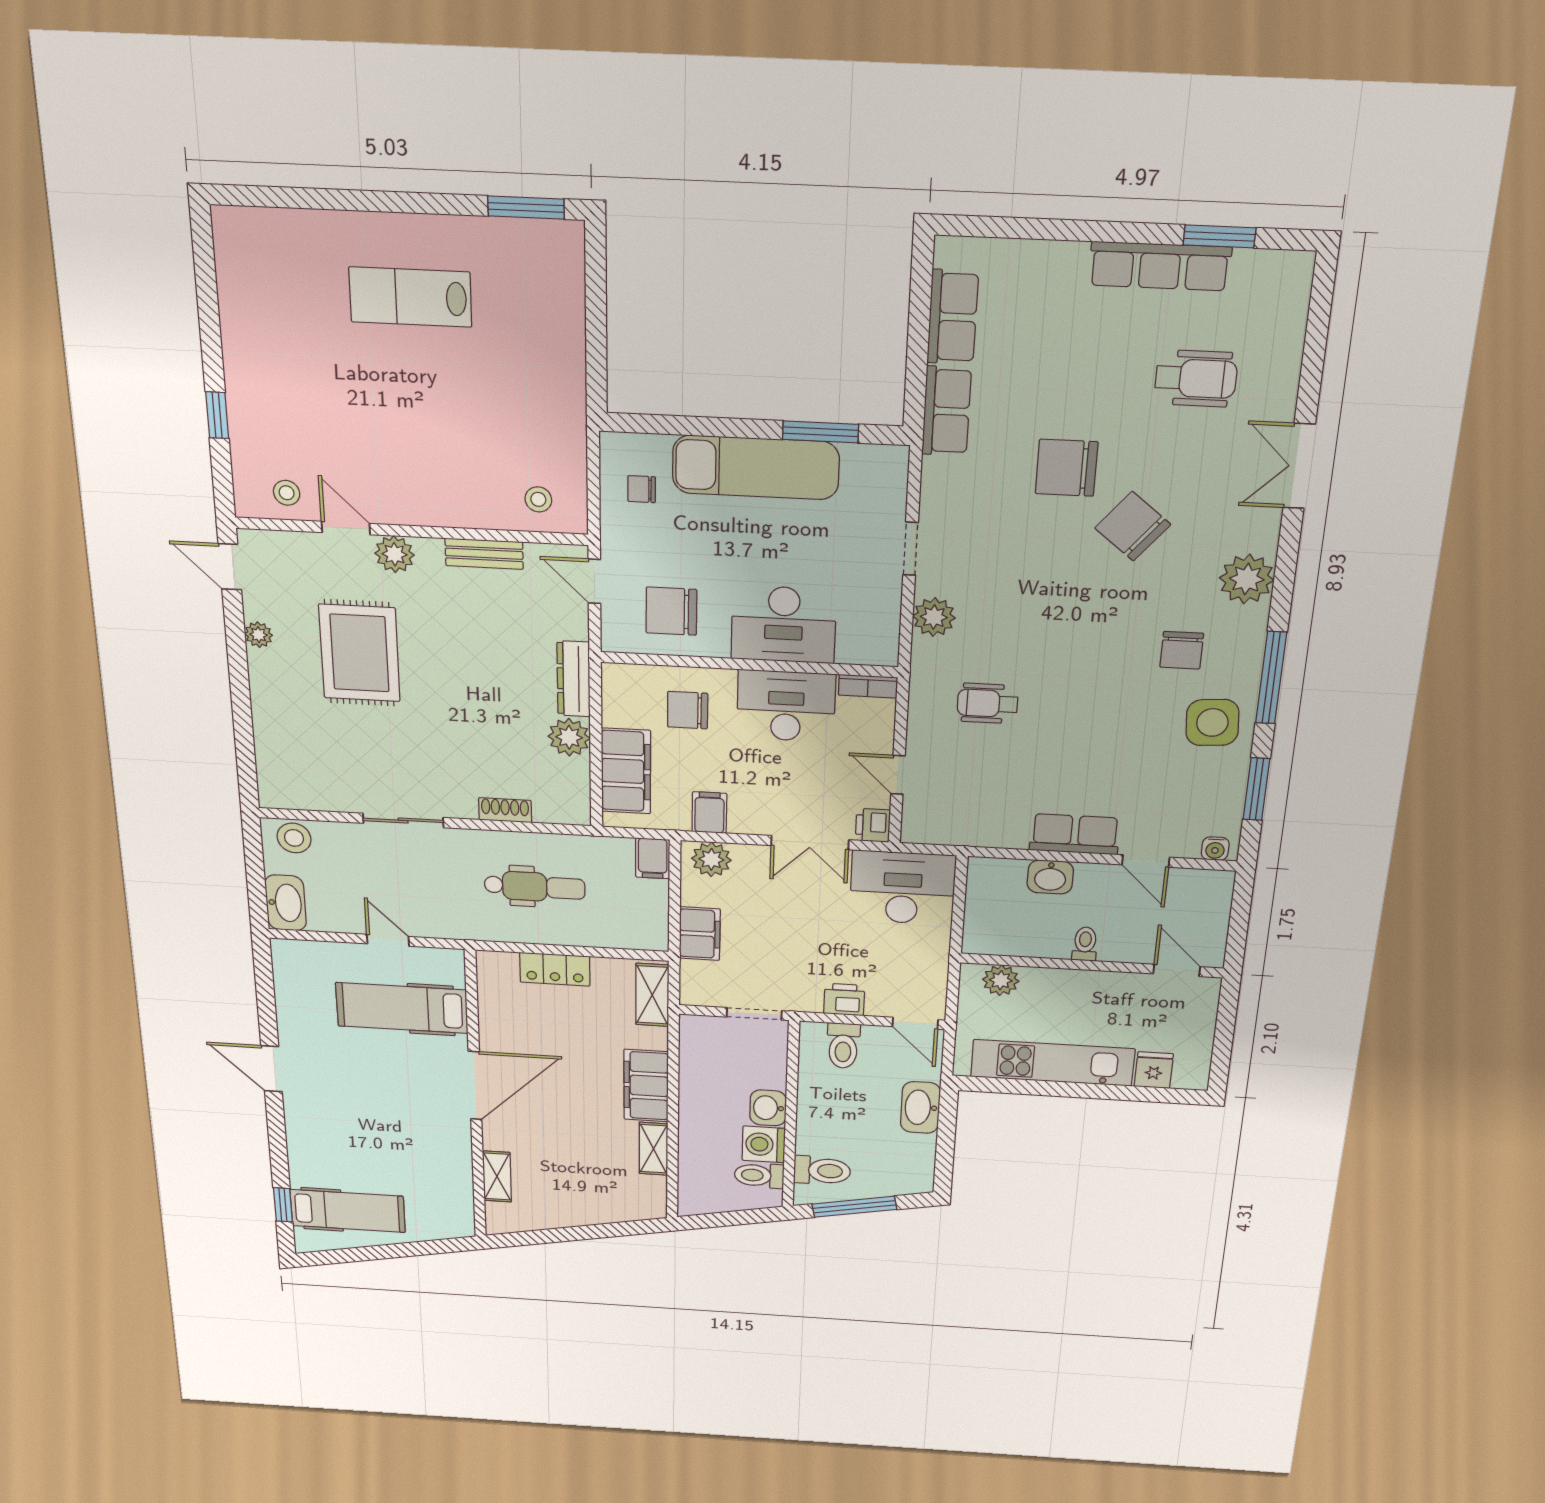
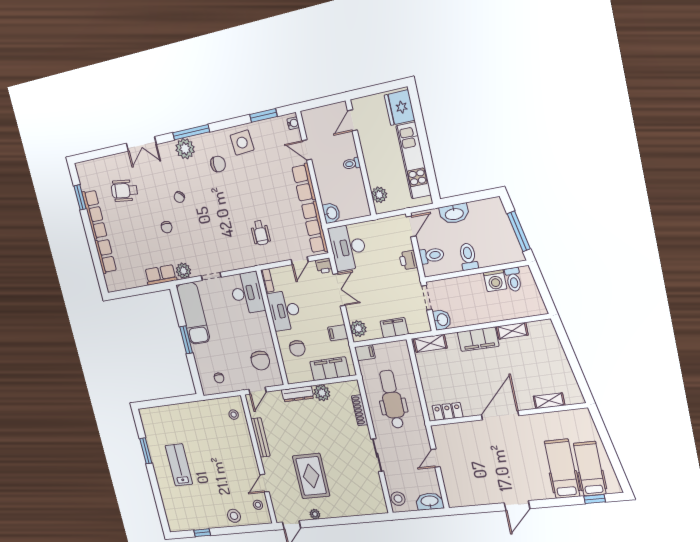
window: (526, 207) -> (146, 451), moved
lab bench: (410, 297) -> (179, 465), turned 180
row of seats: (953, 317) -> (106, 256), moved, turned 90
wheelchair: (1196, 378) -> (124, 191), turned -83
window: (217, 415) -> (202, 533), moved
stool: (257, 416) -> (234, 516), added
window: (821, 432) -> (186, 340), moved
exam couch: (756, 467) -> (193, 313), moved
chair: (1067, 468) -> (167, 227), width x0.54, depth x0.54
chair: (1133, 526) -> (179, 197), width x0.54, depth x0.54
plant: (395, 554) -> (269, 465), removed
bench: (484, 554) -> (260, 437), width x1.36
plant: (934, 617) -> (183, 271), moved
desk: (784, 624) -> (247, 293), moved
rug: (359, 653) -> (311, 476), turned 90
window: (1271, 678) -> (191, 132), moved
shoe rack: (505, 810) -> (360, 410), width x1.43
row of seats: (966, 829) -> (315, 227), added
door: (1146, 861) -> (307, 150), swing flipped
washbasin: (1050, 877) -> (331, 213), moved
dental chair: (535, 887) -> (392, 399), width x1.36, depth x1.38
locker: (555, 969) -> (448, 411), moved, turned -90
hospital bed: (402, 1008) -> (562, 469), moved, turned 180
fridge: (1154, 1070) -> (400, 108), width x1.88, depth x1.34
door: (475, 1086) -> (500, 415), hinge flipped
washbasin: (768, 1108) -> (442, 320), moved, turned -90
toilet: (822, 1171) -> (468, 257), moved

